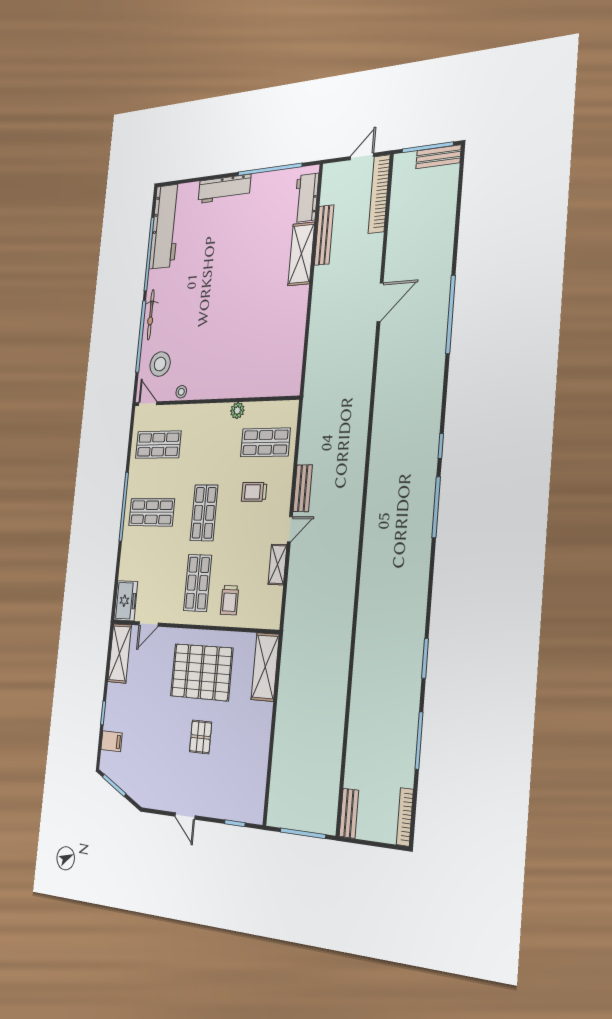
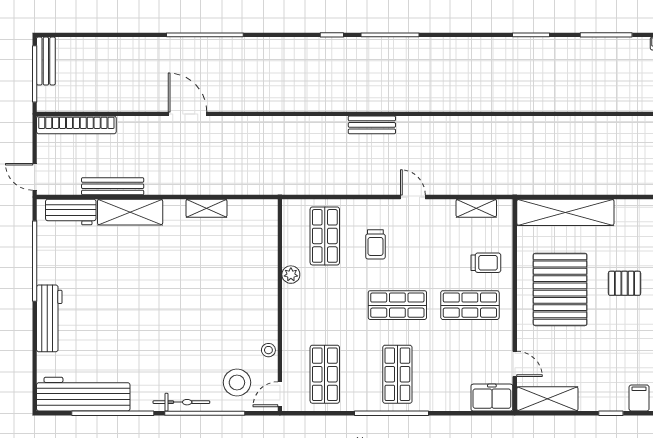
door: (362, 156) -> (35, 177), moved
shelving: (298, 327) -> (206, 208), added
bench: (303, 488) -> (372, 125), moved
shelving: (278, 565) -> (476, 208), moved
shelving: (265, 667) -> (565, 212), width x1.47

